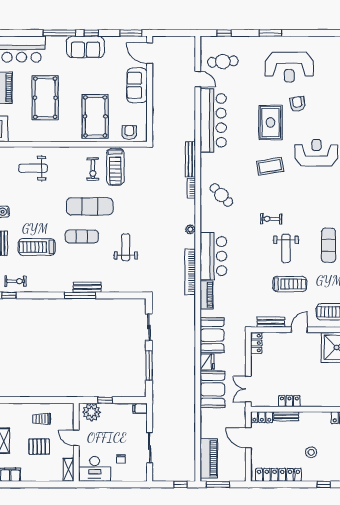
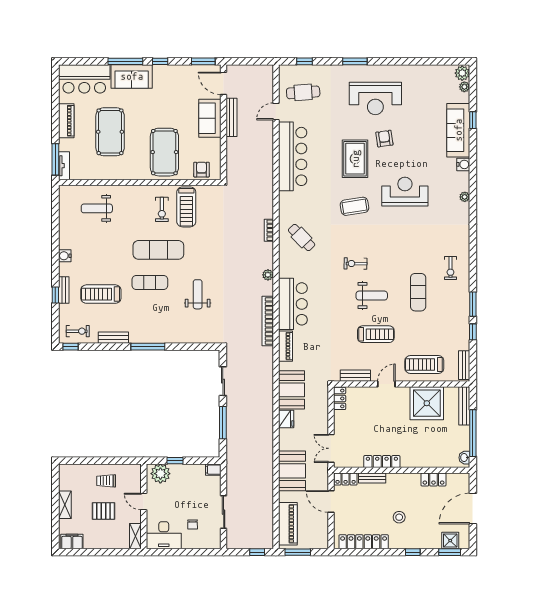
sofa: (85, 47) -> (132, 76), moved
door: (198, 79) -> (276, 111), swing flipped
bench: (190, 159) -> (232, 117), moved
weight bench: (286, 248) -> (372, 296), turned -90
bench: (87, 287) -> (113, 338), moved
booth: (212, 389) -> (292, 471), moved
locker: (289, 401) -> (382, 462), width x1.53

